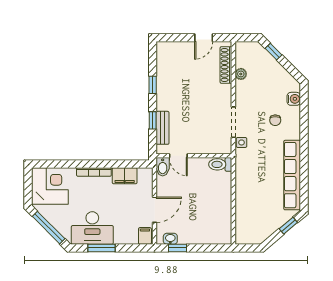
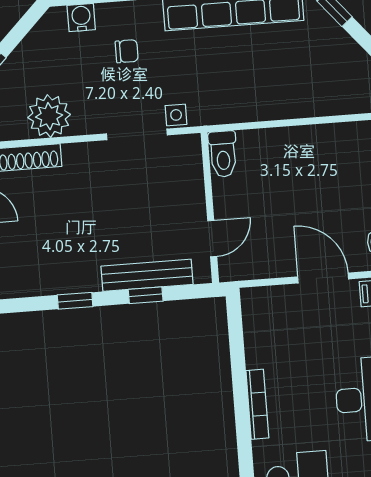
plant: (241, 74) -> (49, 116), width x1.87, depth x1.87
bench: (163, 128) -> (147, 275), width x1.36
bidet: (163, 167) -> (236, 268), removed
filing cabinet: (125, 176) -> (260, 343), removed

